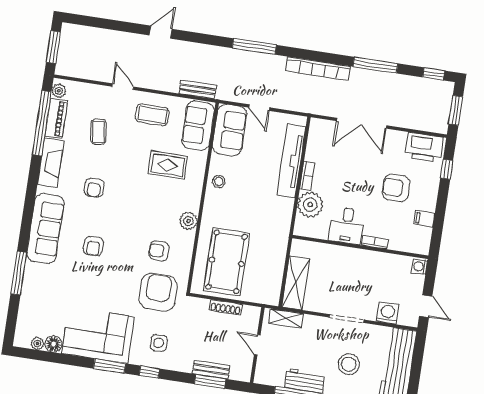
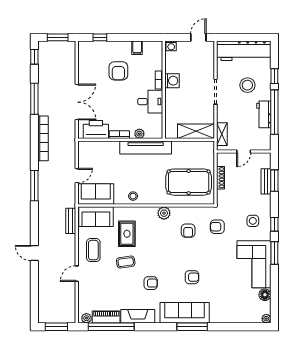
coffee table: (98, 132) -> (126, 262), moved
printer: (424, 147) -> (96, 130), moved, turned -90
tv unit: (291, 161) -> (146, 147), moved
plant: (310, 205) -> (139, 134), width x0.53, depth x0.53
window: (19, 273) -> (192, 327), moved
armchair: (158, 292) -> (217, 227), width x0.53, depth x0.53
washing machine: (388, 313) -> (172, 81), moved, turned 180
plant: (37, 343) -> (266, 319), moved

